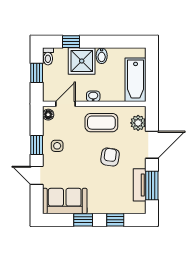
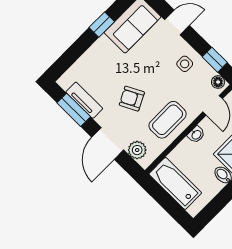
window: (37, 145) -> (215, 60), moved
armchair: (110, 157) -> (132, 99), turned 145
window: (115, 220) -> (75, 51), removed

